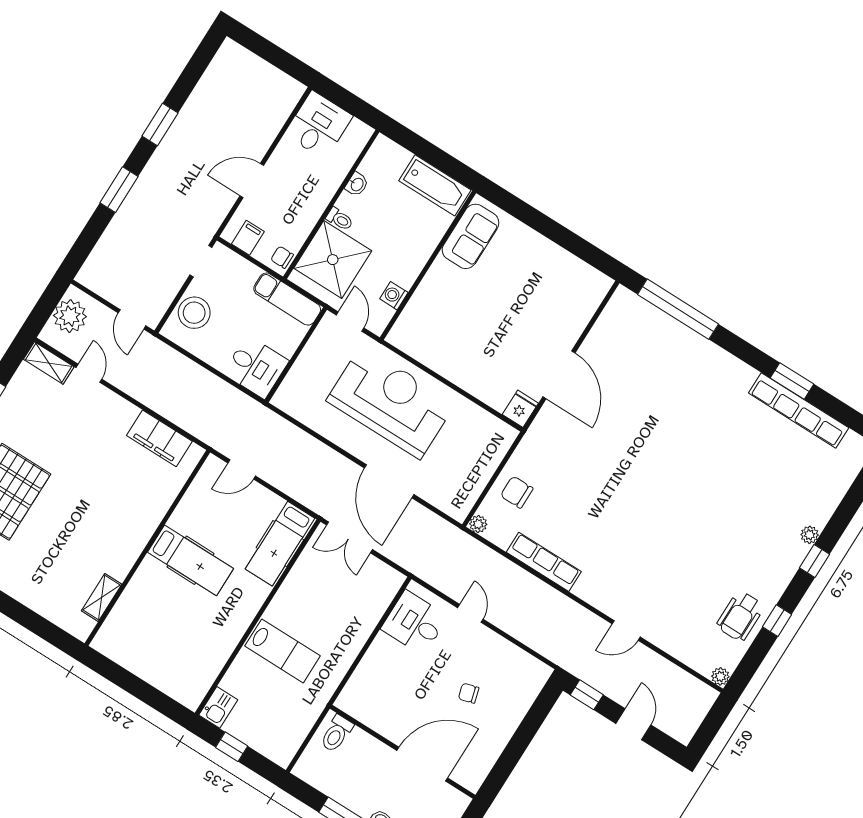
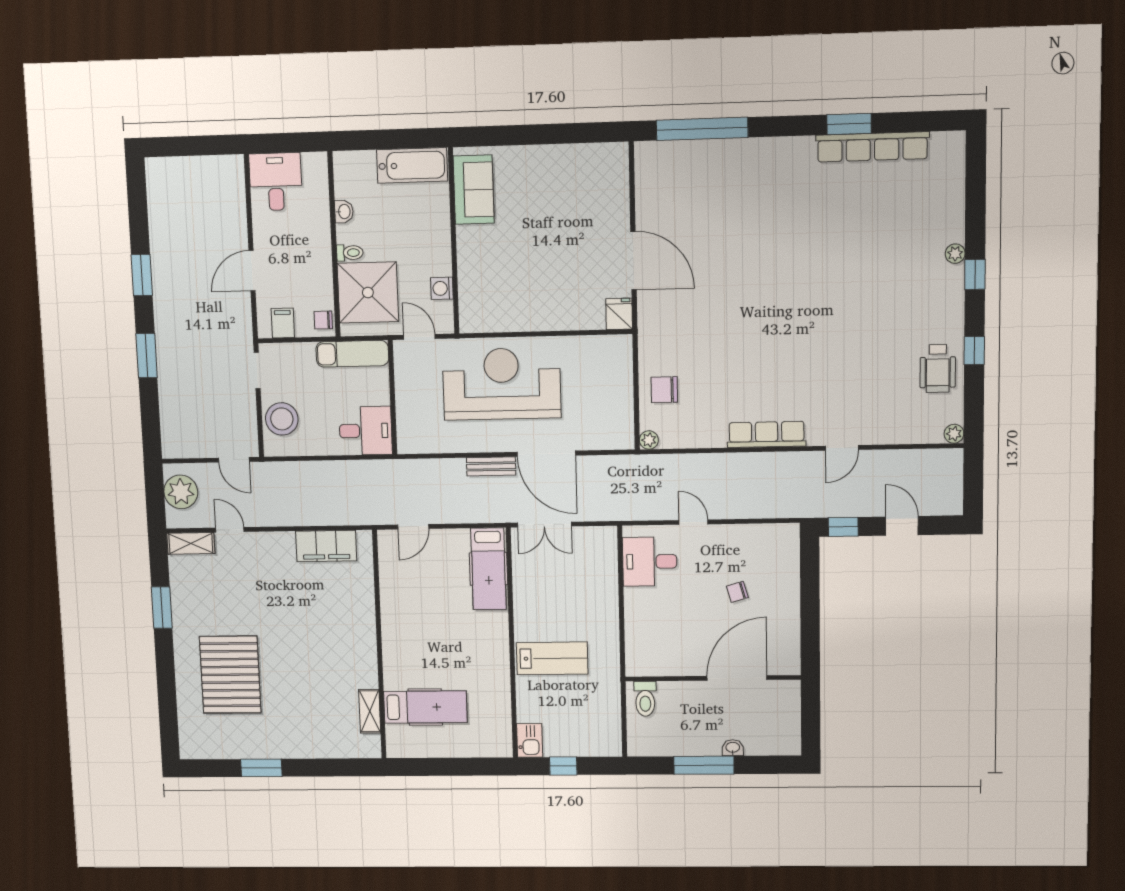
bench: (338, 462) -> (491, 466), added
hospital bed: (190, 560) -> (425, 707), moved
row of seats: (544, 562) -> (767, 434), moved

